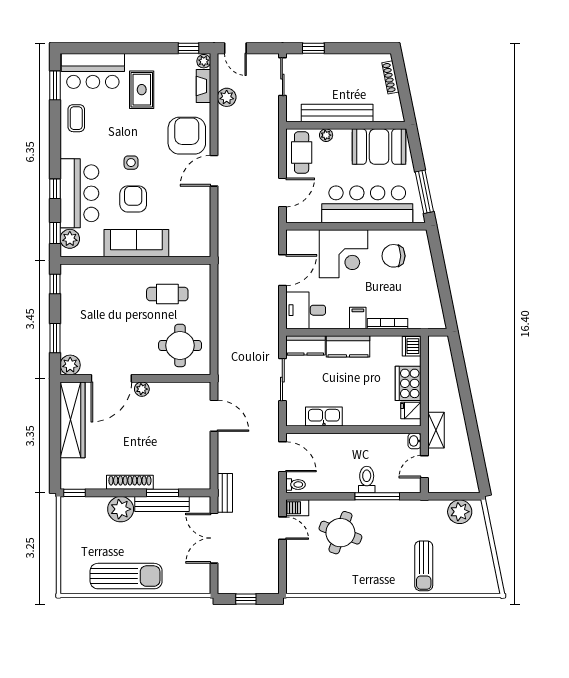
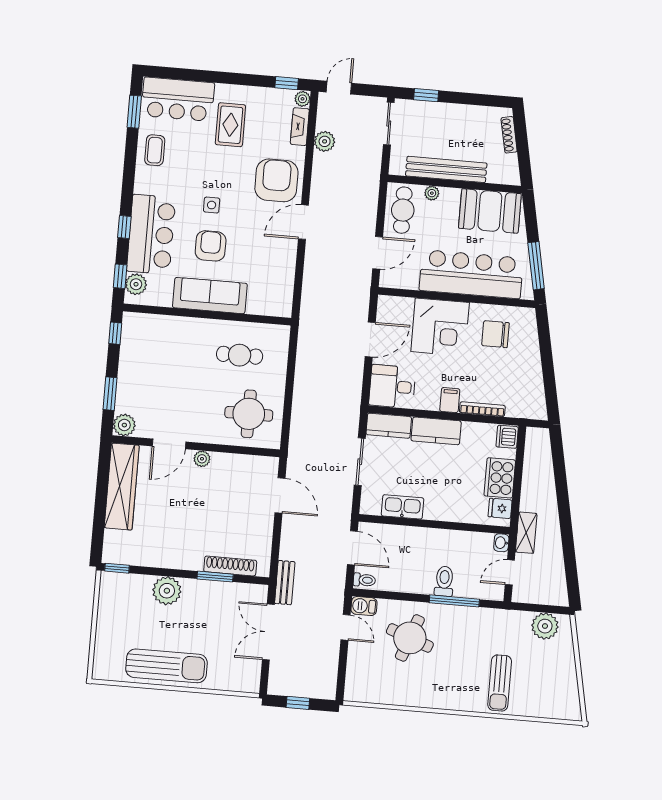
door: (235, 48) -> (339, 88), swing flipped
door: (111, 378) -> (169, 444), width x0.73
shoe rack: (130, 482) -> (230, 566), moved
bench: (162, 504) -> (214, 589), removed

